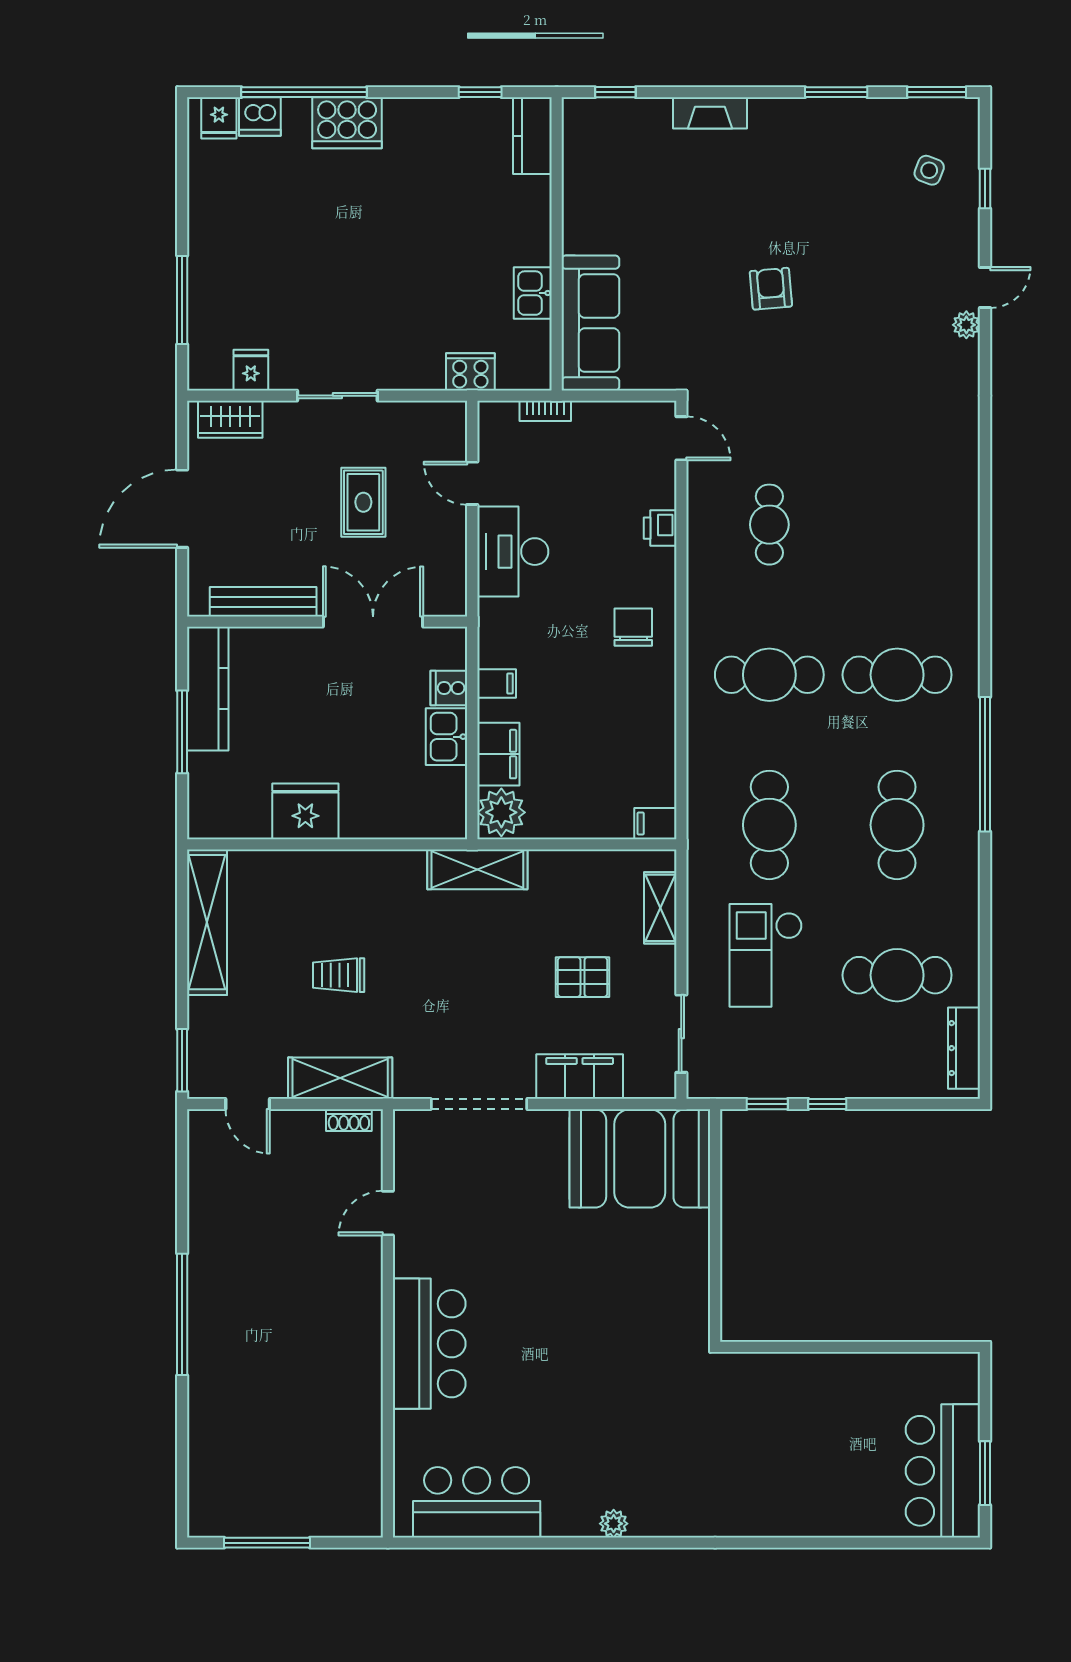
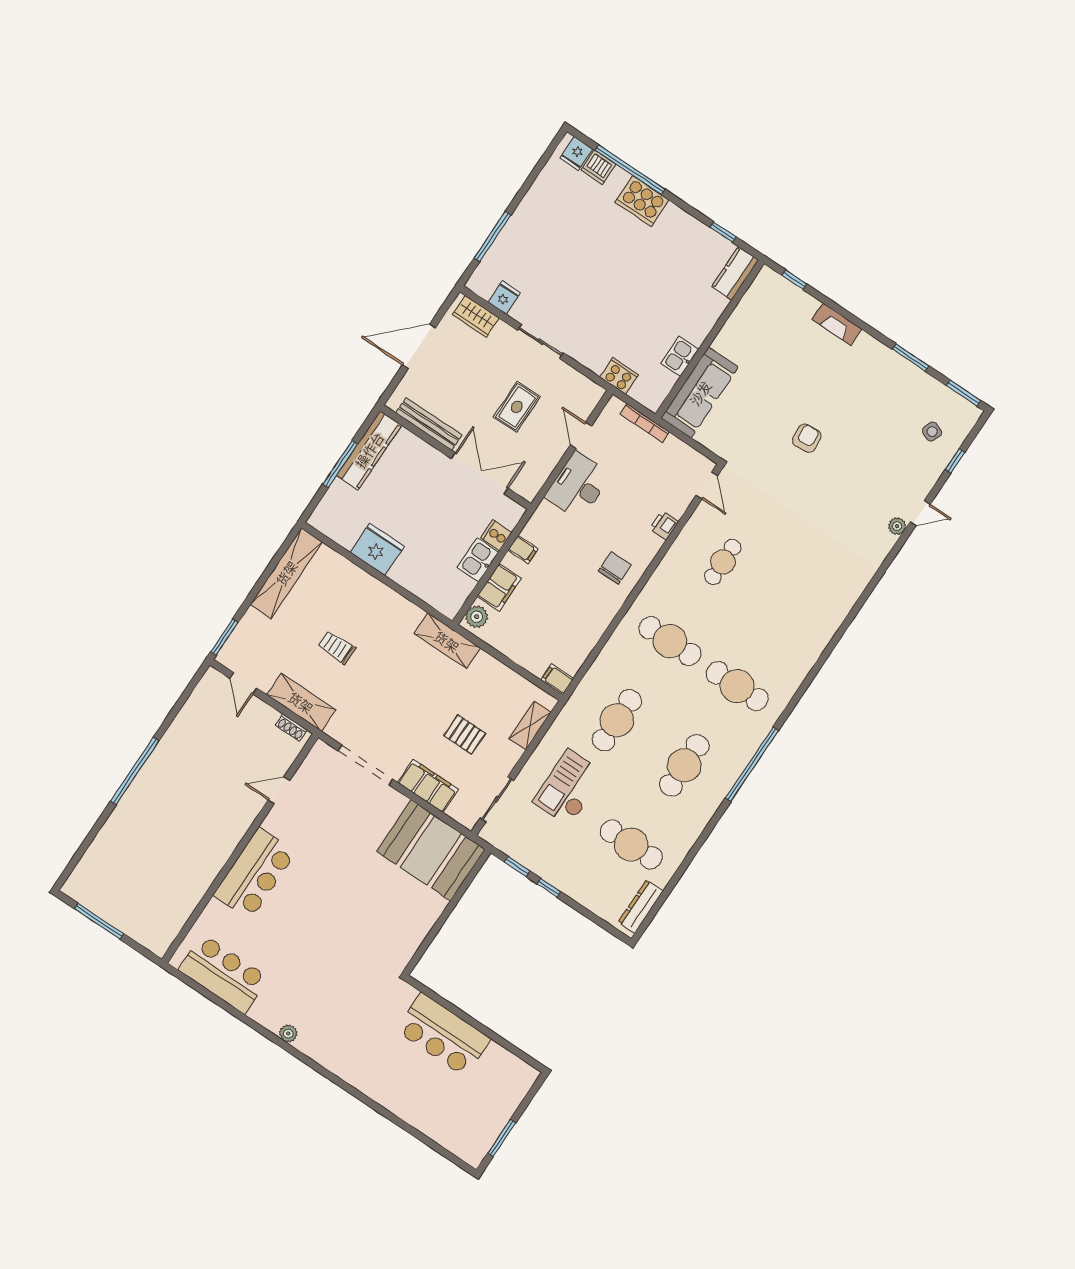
bookcase: (545, 411) -> (645, 423), width x1.56
plant: (501, 812) -> (477, 617), width x0.73, depth x0.73
bar counter: (943, 1471) -> (443, 1035), moved, turned -90

